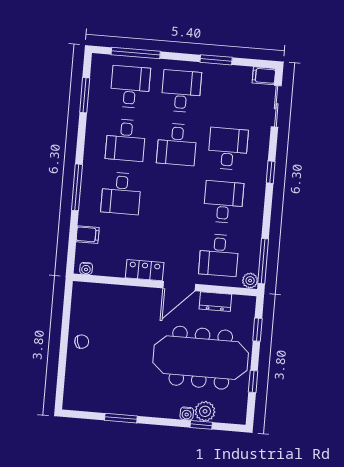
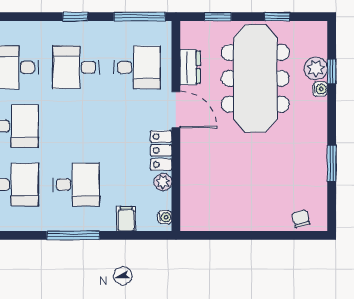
window: (271, 172) -> (75, 17), moved
plant: (250, 281) -> (163, 182), moved
chair: (82, 342) -> (301, 219), moved

